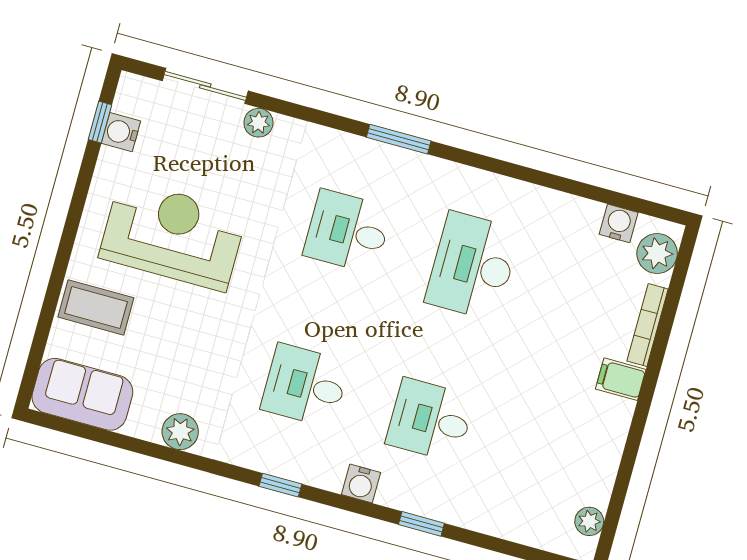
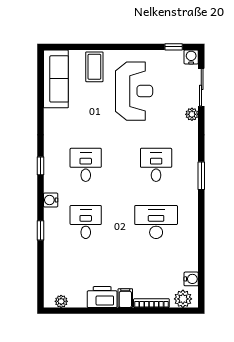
water cooler: (121, 132) -> (191, 57), moved
sofa: (82, 394) -> (56, 79), width x1.36
printer: (605, 429) -> (102, 297), added
plant: (180, 432) -> (51, 117), removed

